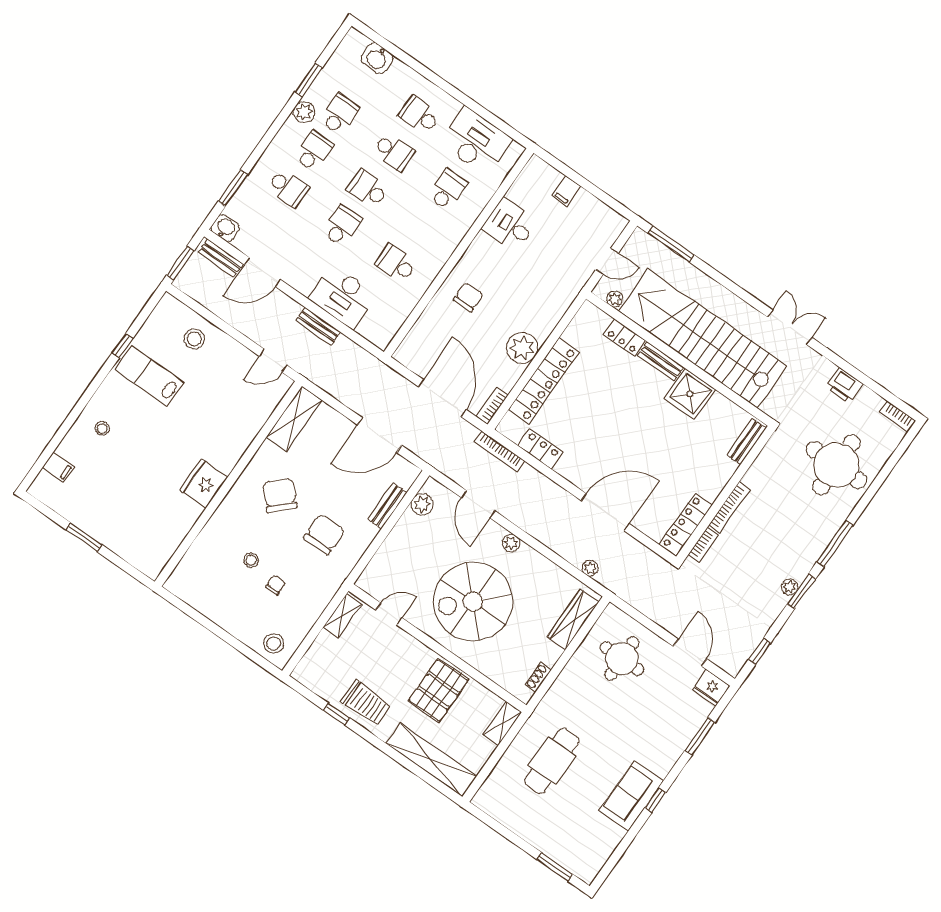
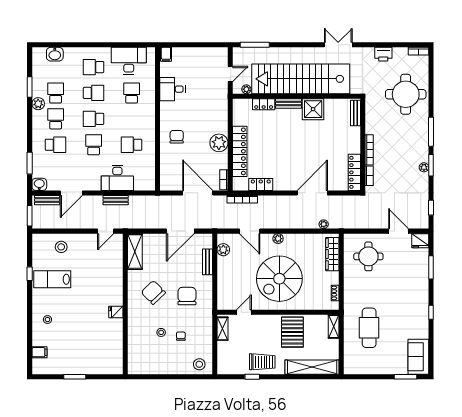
filing cabinet: (566, 191) -> (166, 54), moved
fridge: (204, 483) -> (116, 312), width x0.53, depth x0.75
sofa: (631, 796) -> (418, 357), moved

